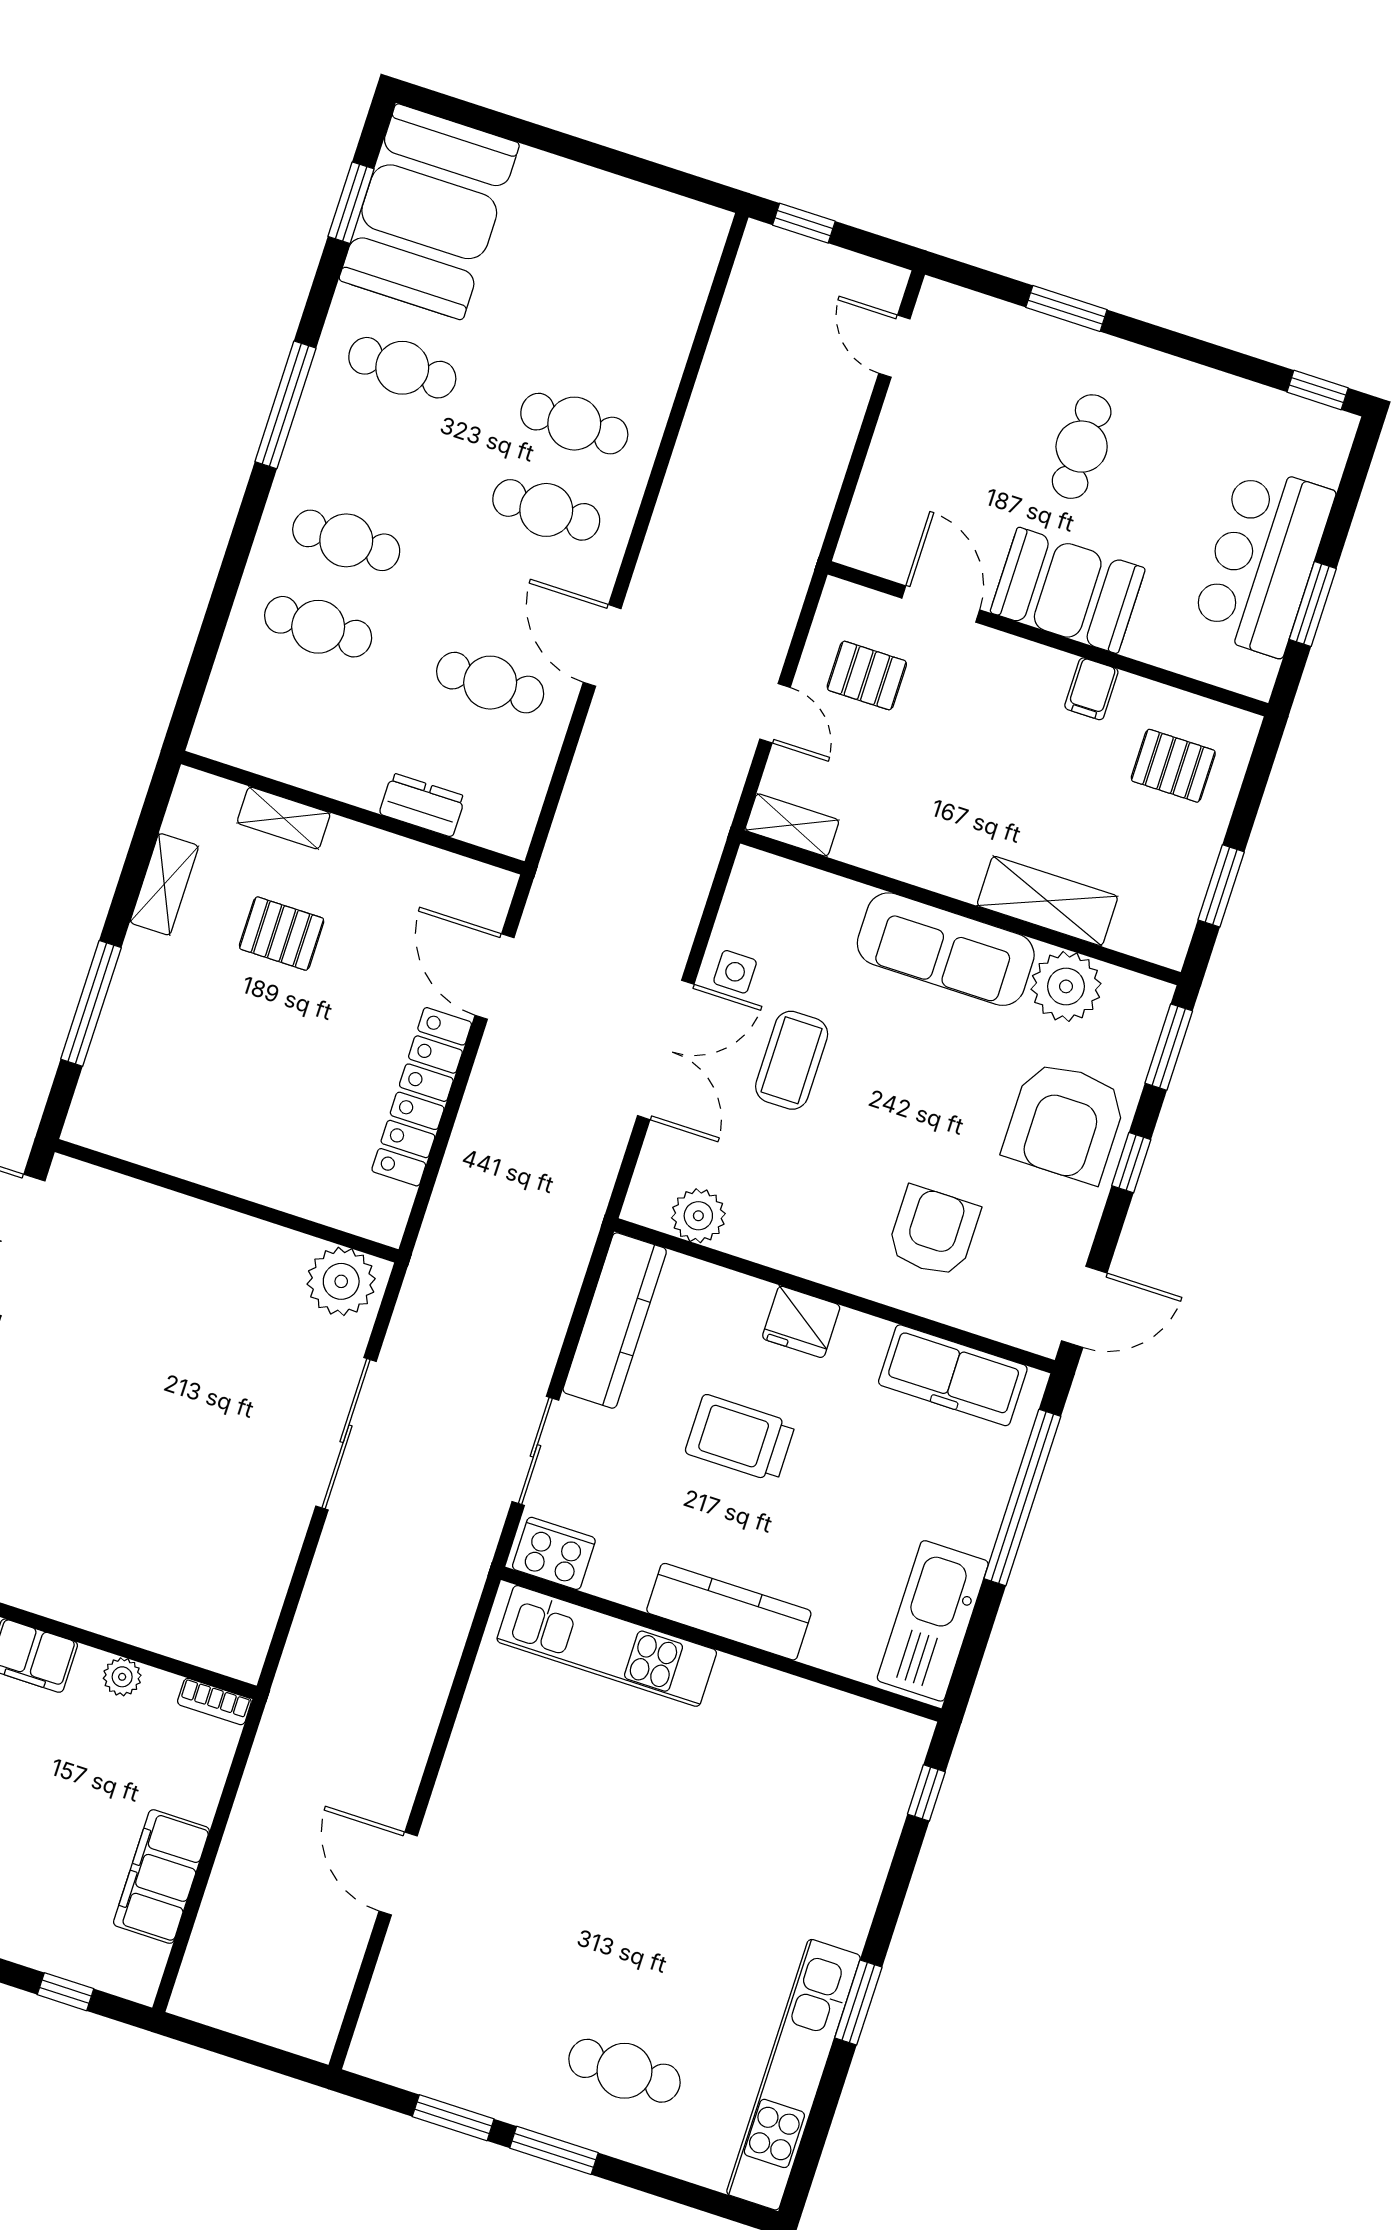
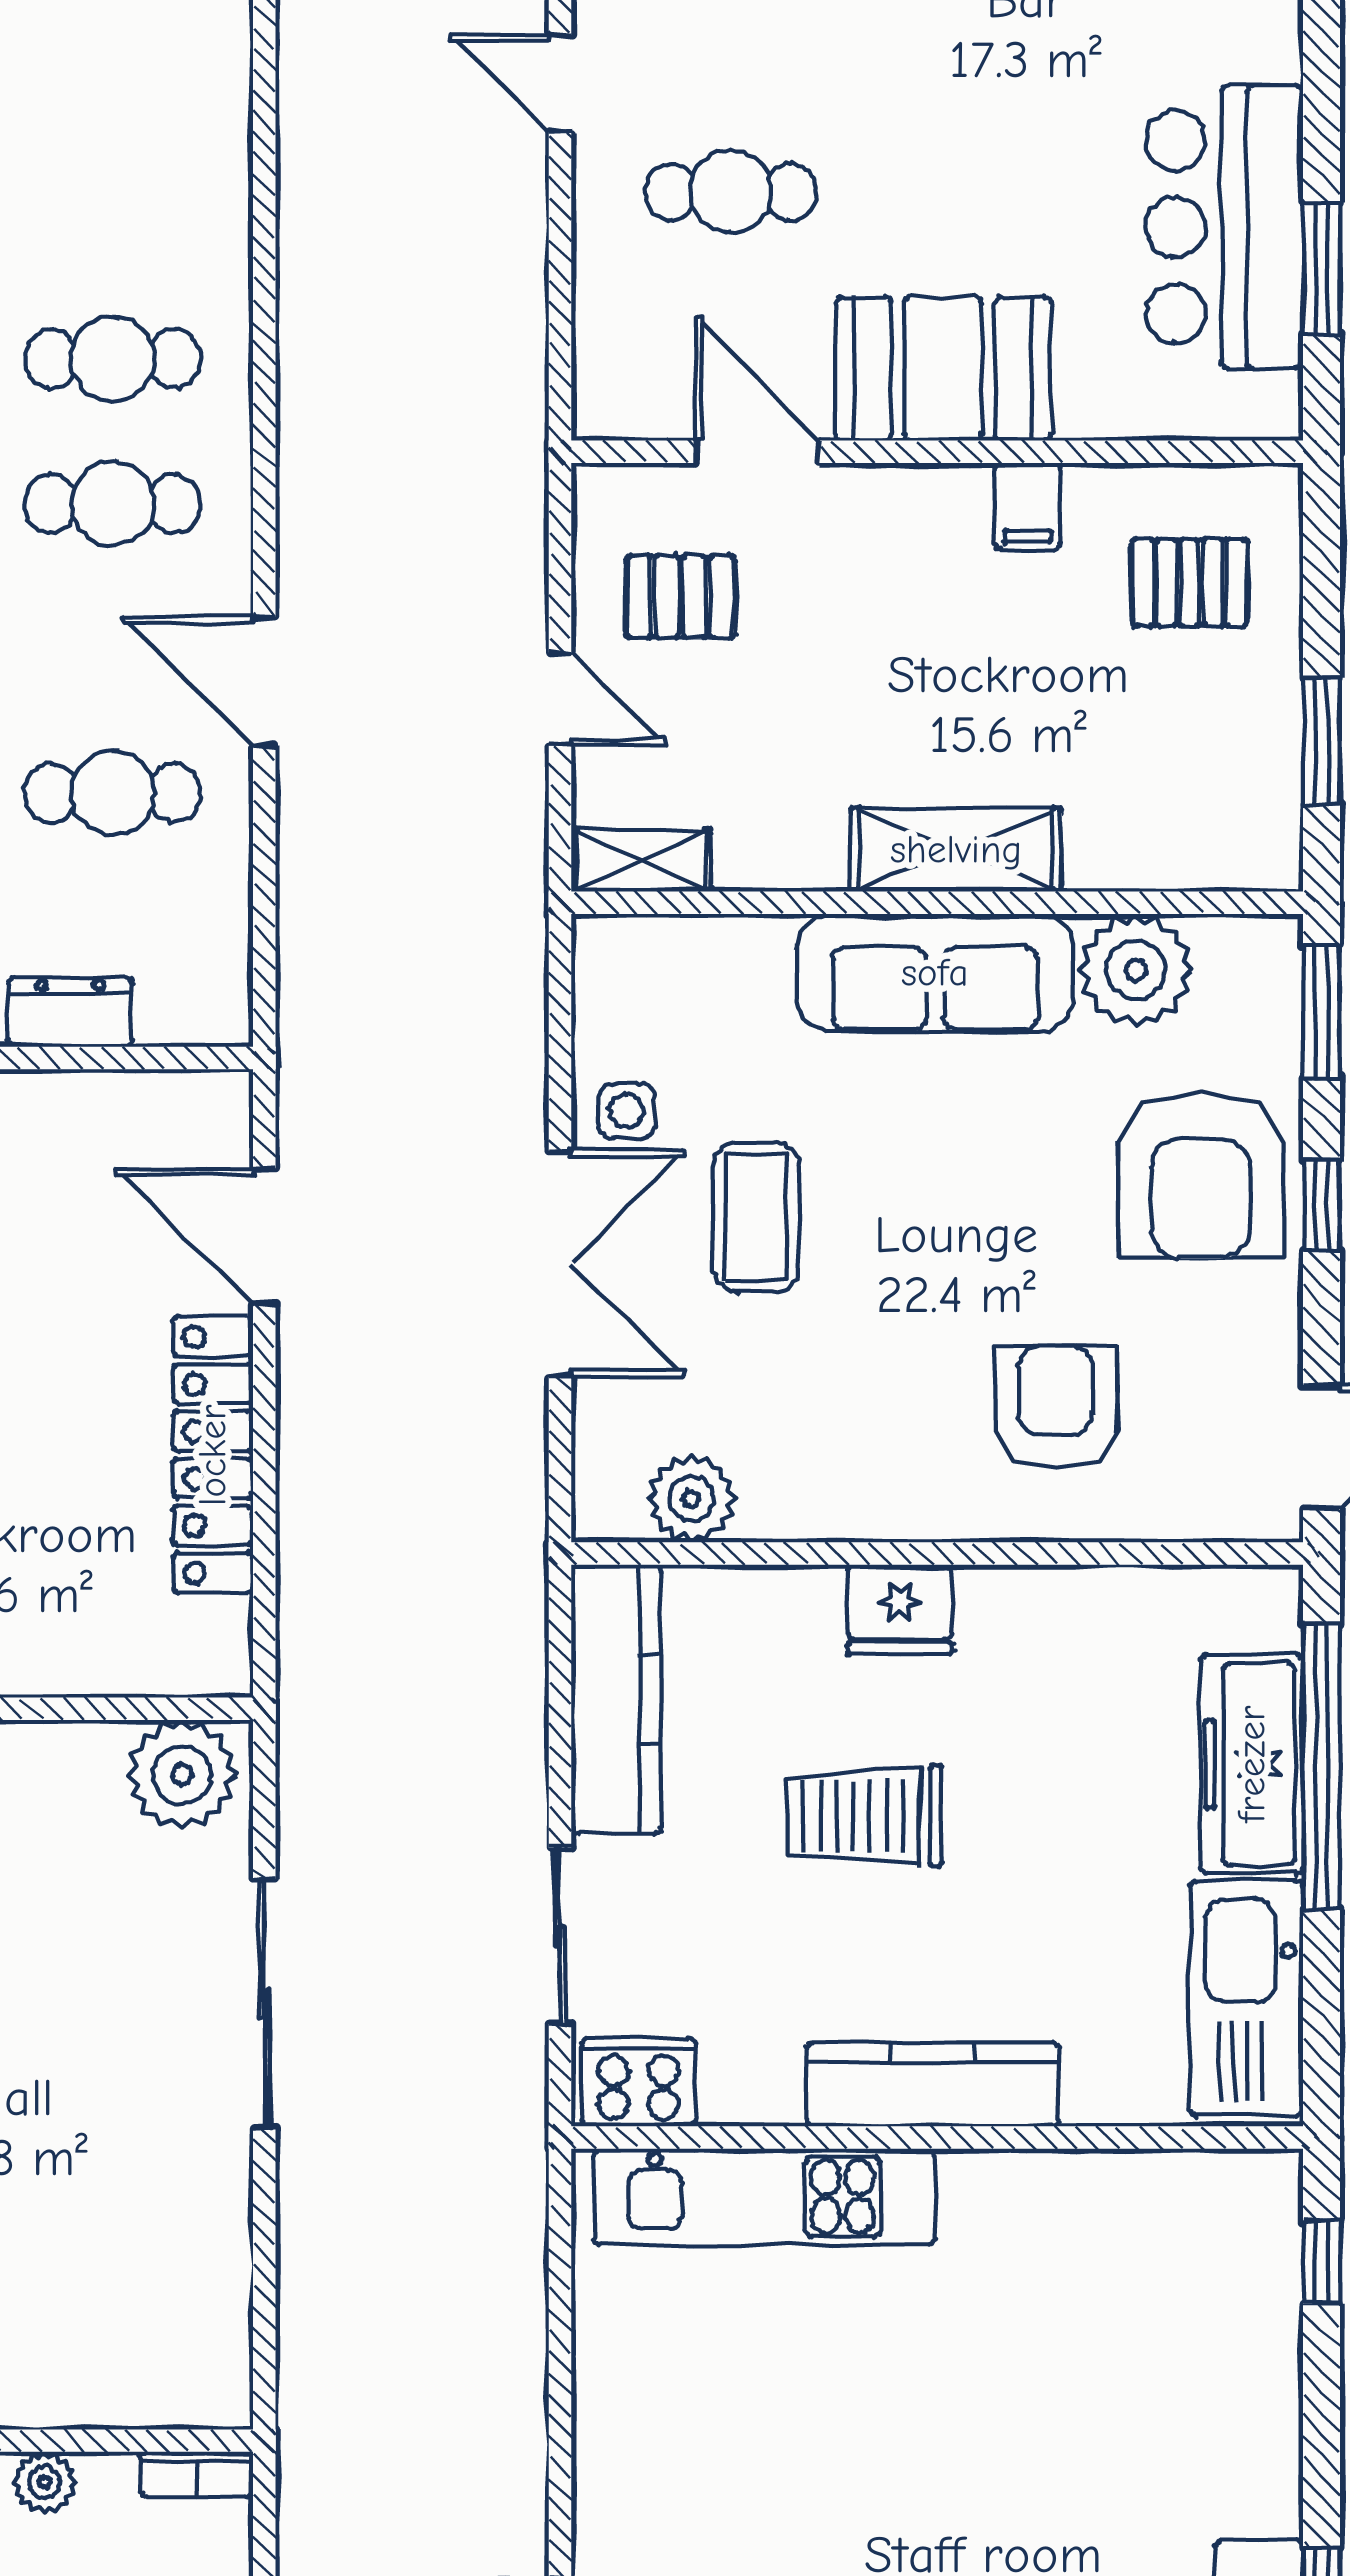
cafe table: (1082, 447) -> (731, 192), moved, turned 90
shelving: (1047, 901) -> (956, 850), moved
freezer: (953, 1375) -> (1252, 1764), moved, turned 90

